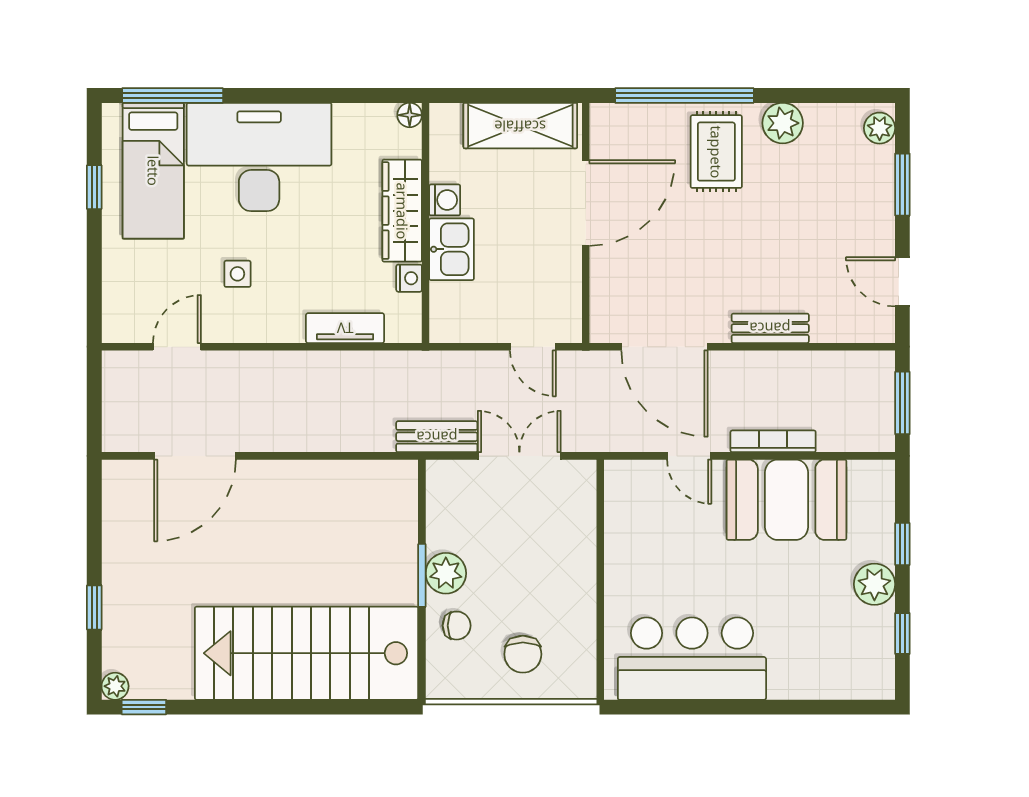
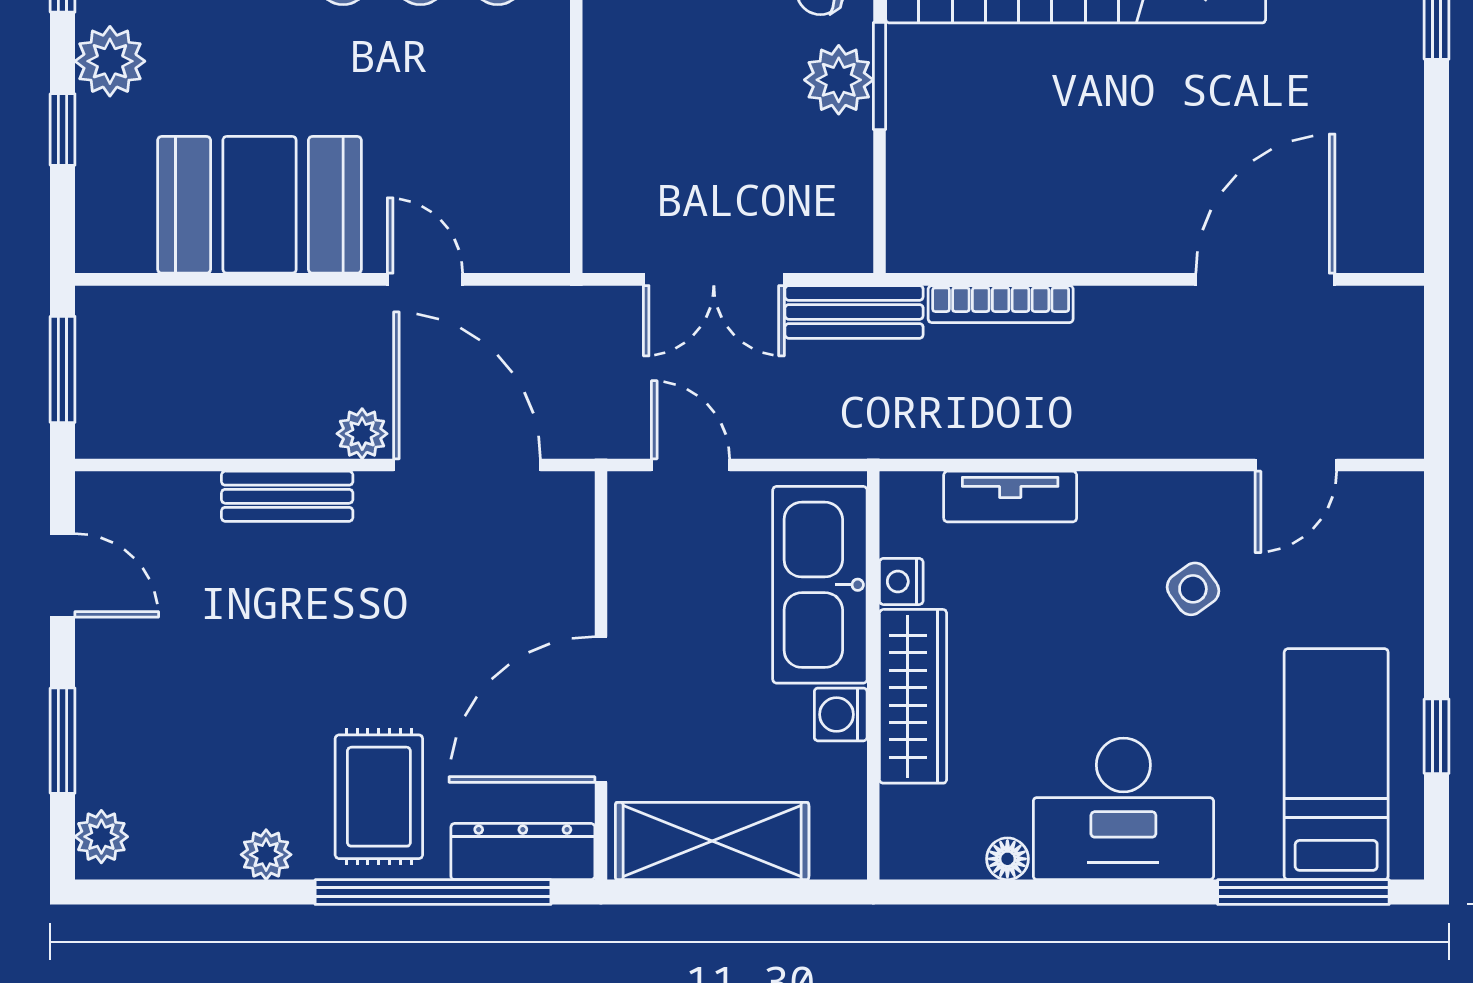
floor lamp: (410, 115) -> (1007, 859), moved
dresser: (632, 119) -> (523, 852), added
plant: (783, 123) -> (266, 855), width x0.73, depth x0.73
desk: (259, 157) -> (1123, 809), width x0.73, depth x0.77
kitchen sink: (452, 249) -> (820, 585), width x1.87, depth x1.24
side table: (237, 274) -> (1193, 589), turned -36
plant: (726, 365) -> (362, 434), added
bookcase: (773, 441) -> (1001, 304), moved

